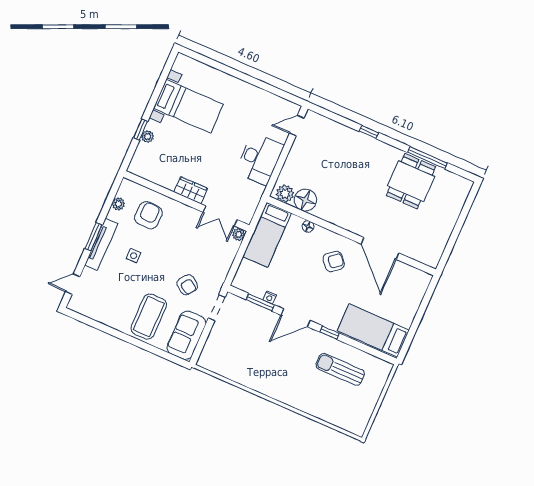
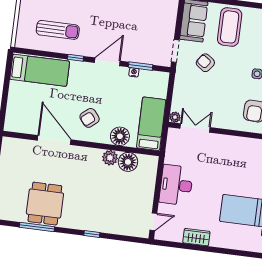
wardrobe: (191, 190) -> (196, 237), moved, turned 180
plant: (285, 194) -> (110, 158), moved
floor lamp: (308, 226) -> (120, 136), width x1.89, depth x1.89

